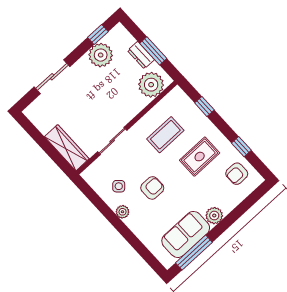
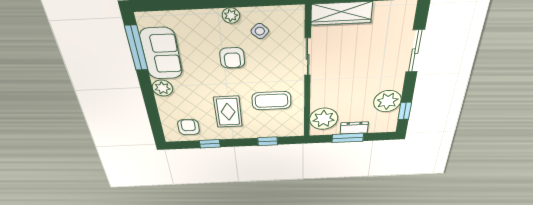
coffee table: (165, 135) -> (272, 101), turned 90

